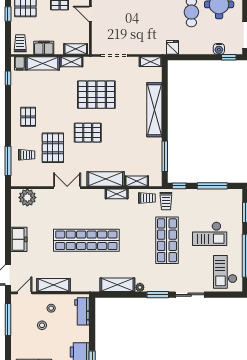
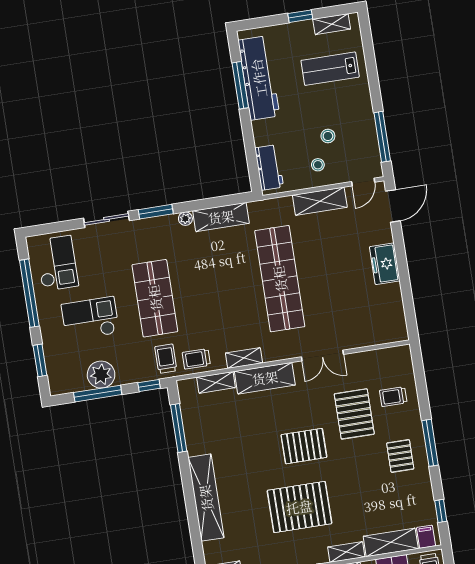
window: (8, 161) -> (430, 443), moved
plant: (27, 198) -> (101, 375), moved
shop shelf: (86, 240) -> (280, 279), turned 90

